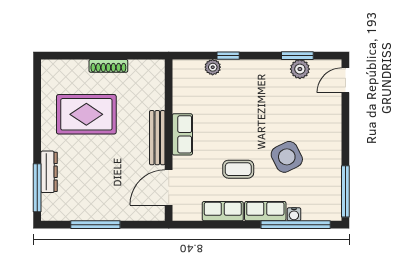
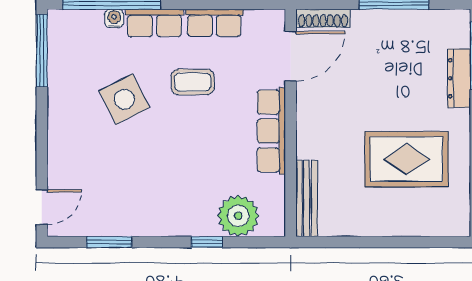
shoe rack: (108, 66) -> (323, 18), moved, turned 180
plant: (213, 67) -> (238, 216), width x1.88, depth x1.88
plant: (300, 69) -> (106, 223), removed
row of seats: (182, 134) -> (271, 131), width x1.48
bench: (157, 138) -> (307, 198), moved

